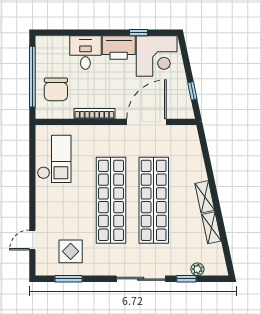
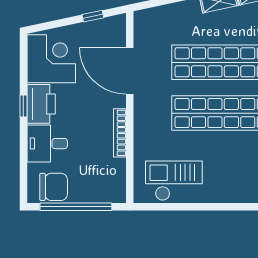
window: (138, 33) -> (23, 106), moved
chair: (56, 89) -> (54, 187), moved

